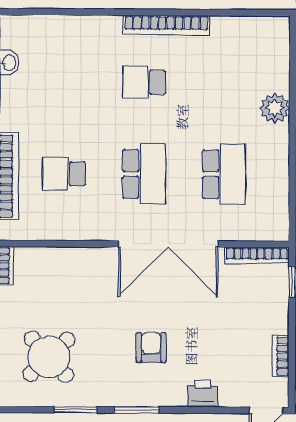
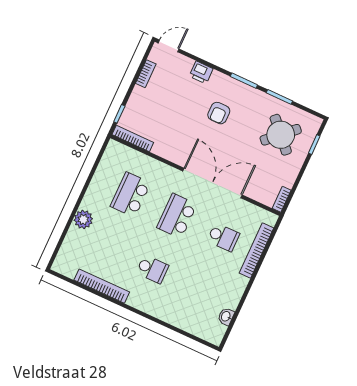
bookcase: (166, 25) -> (102, 286), moved
double door: (168, 244) -> (212, 183), moved

